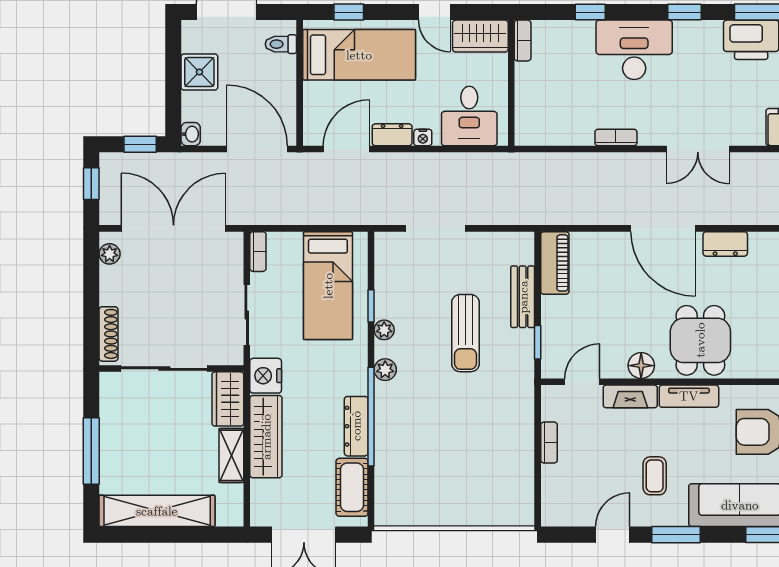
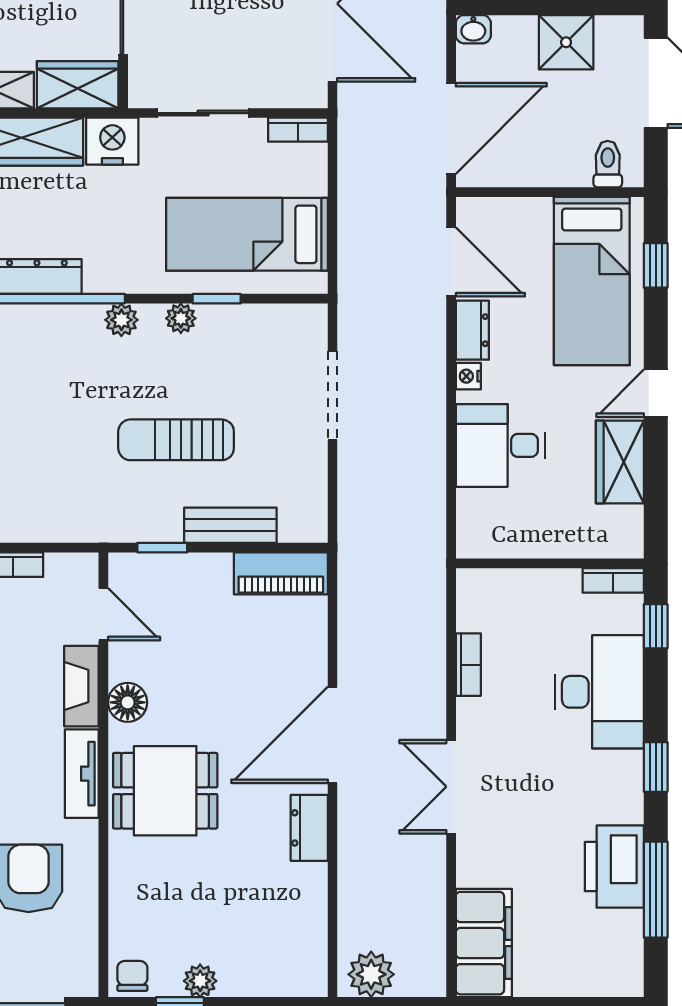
bookcase: (523, 40) -> (613, 580), moved
wall: (511, 83) -> (550, 563), moved

